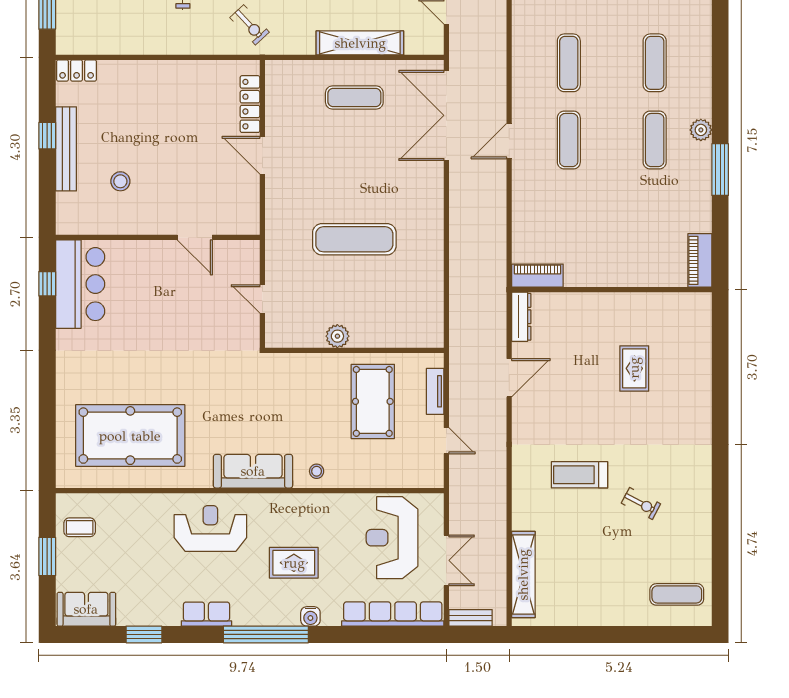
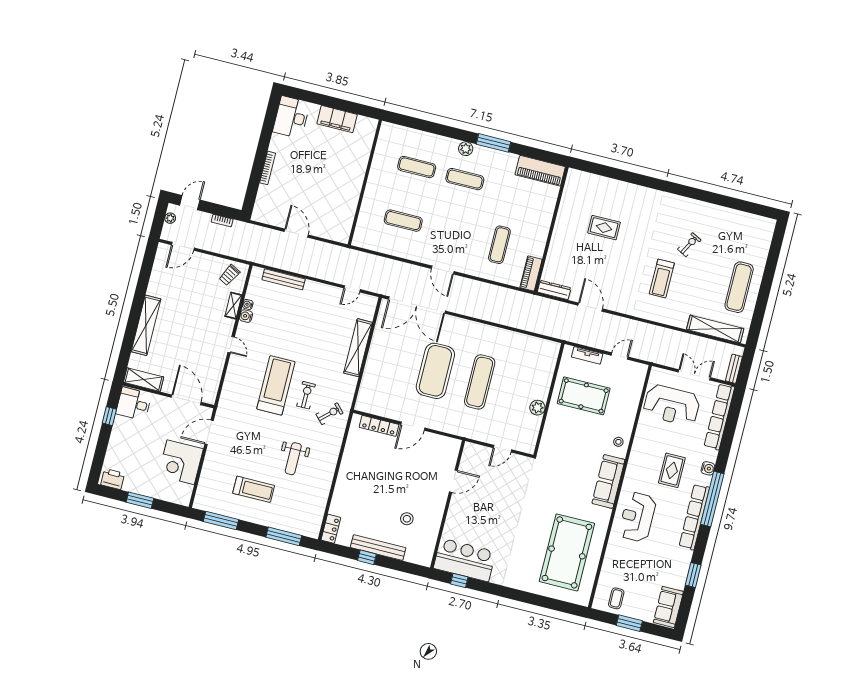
exercise mat: (354, 98) -> (435, 371), moved, width x2.00, depth x1.45
exercise mat: (569, 140) -> (499, 245), moved, turned 90
piano: (700, 260) -> (540, 171), width x1.37, depth x1.33
exercise mat: (677, 594) -> (739, 287), moved, width x1.36, depth x1.45
row of seats: (206, 614) -> (694, 517), width x2.02

